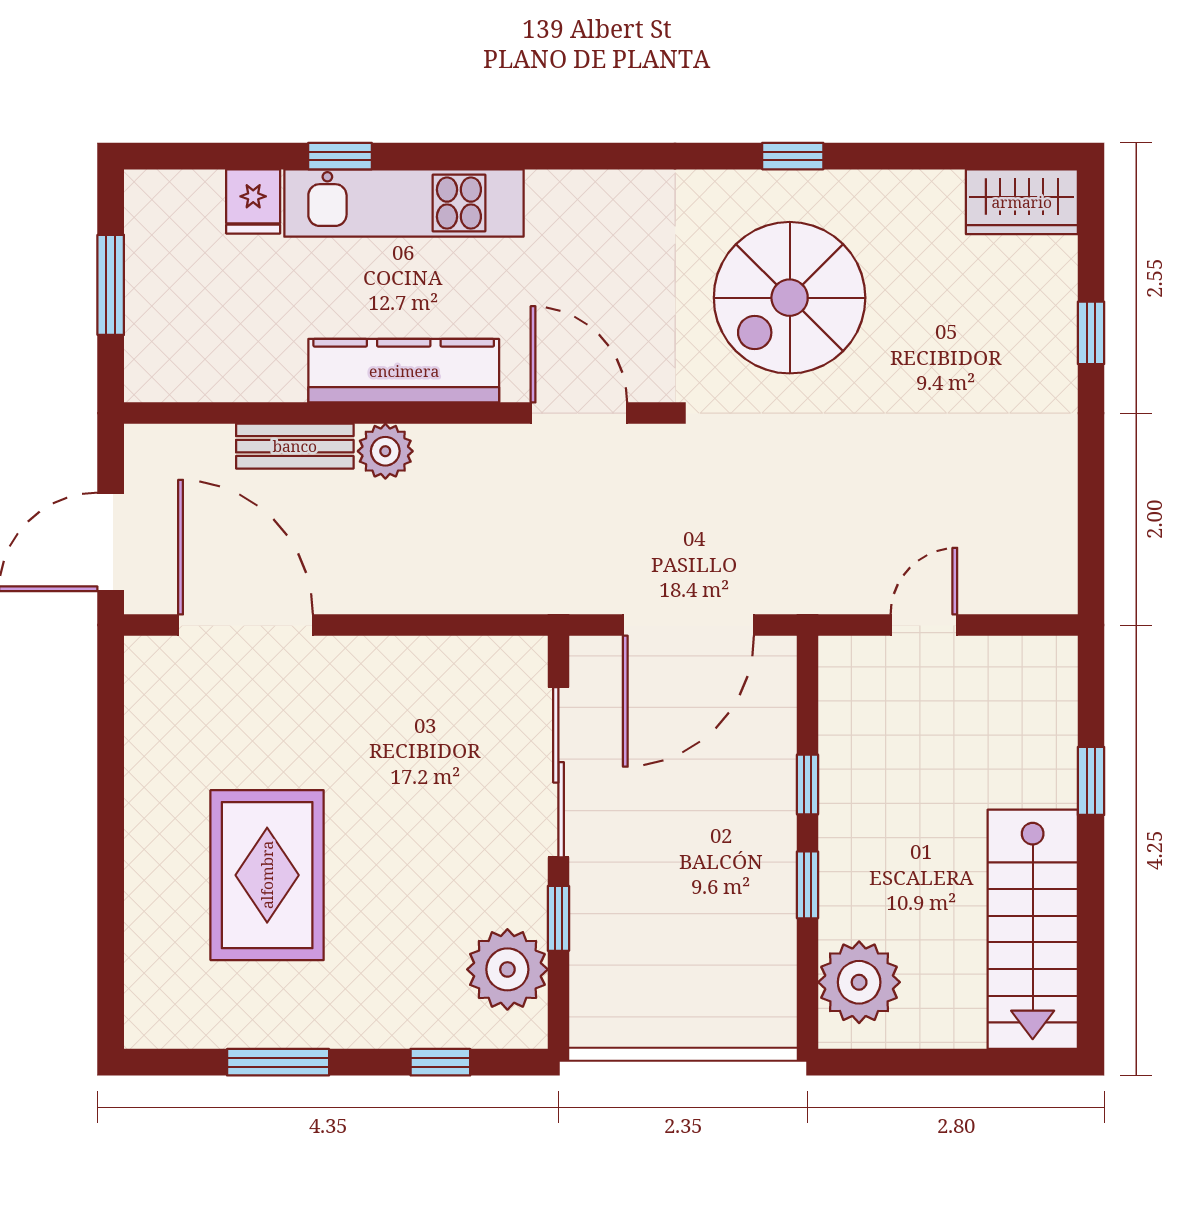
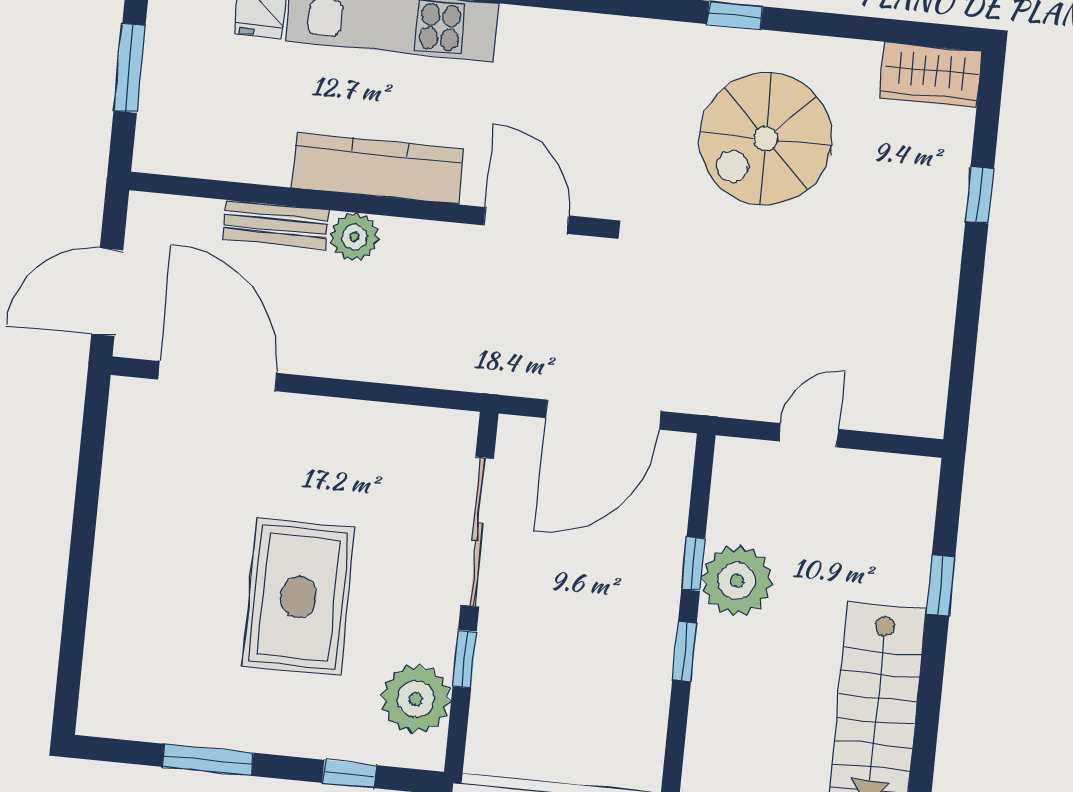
spiral stairs: (790, 298) -> (766, 139), moved
rug: (267, 875) -> (299, 597), moved
plant: (859, 982) -> (737, 581), moved

